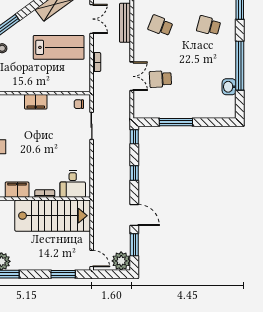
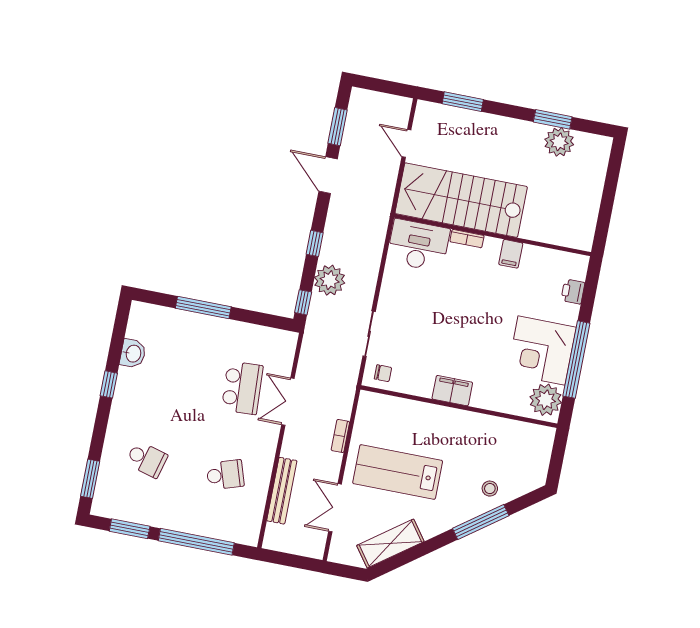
school desk: (160, 26) -> (225, 475), turned -39
window: (240, 66) -> (109, 384), width x0.32
school desk: (160, 79) -> (242, 388), width x1.85
window: (176, 122) -> (203, 308), moved
desk: (73, 184) -> (418, 245), width x1.37
filing cabinet: (17, 190) -> (511, 254), width x0.50
door: (92, 259) -> (406, 143), moved
plant: (121, 261) -> (330, 280), moved

